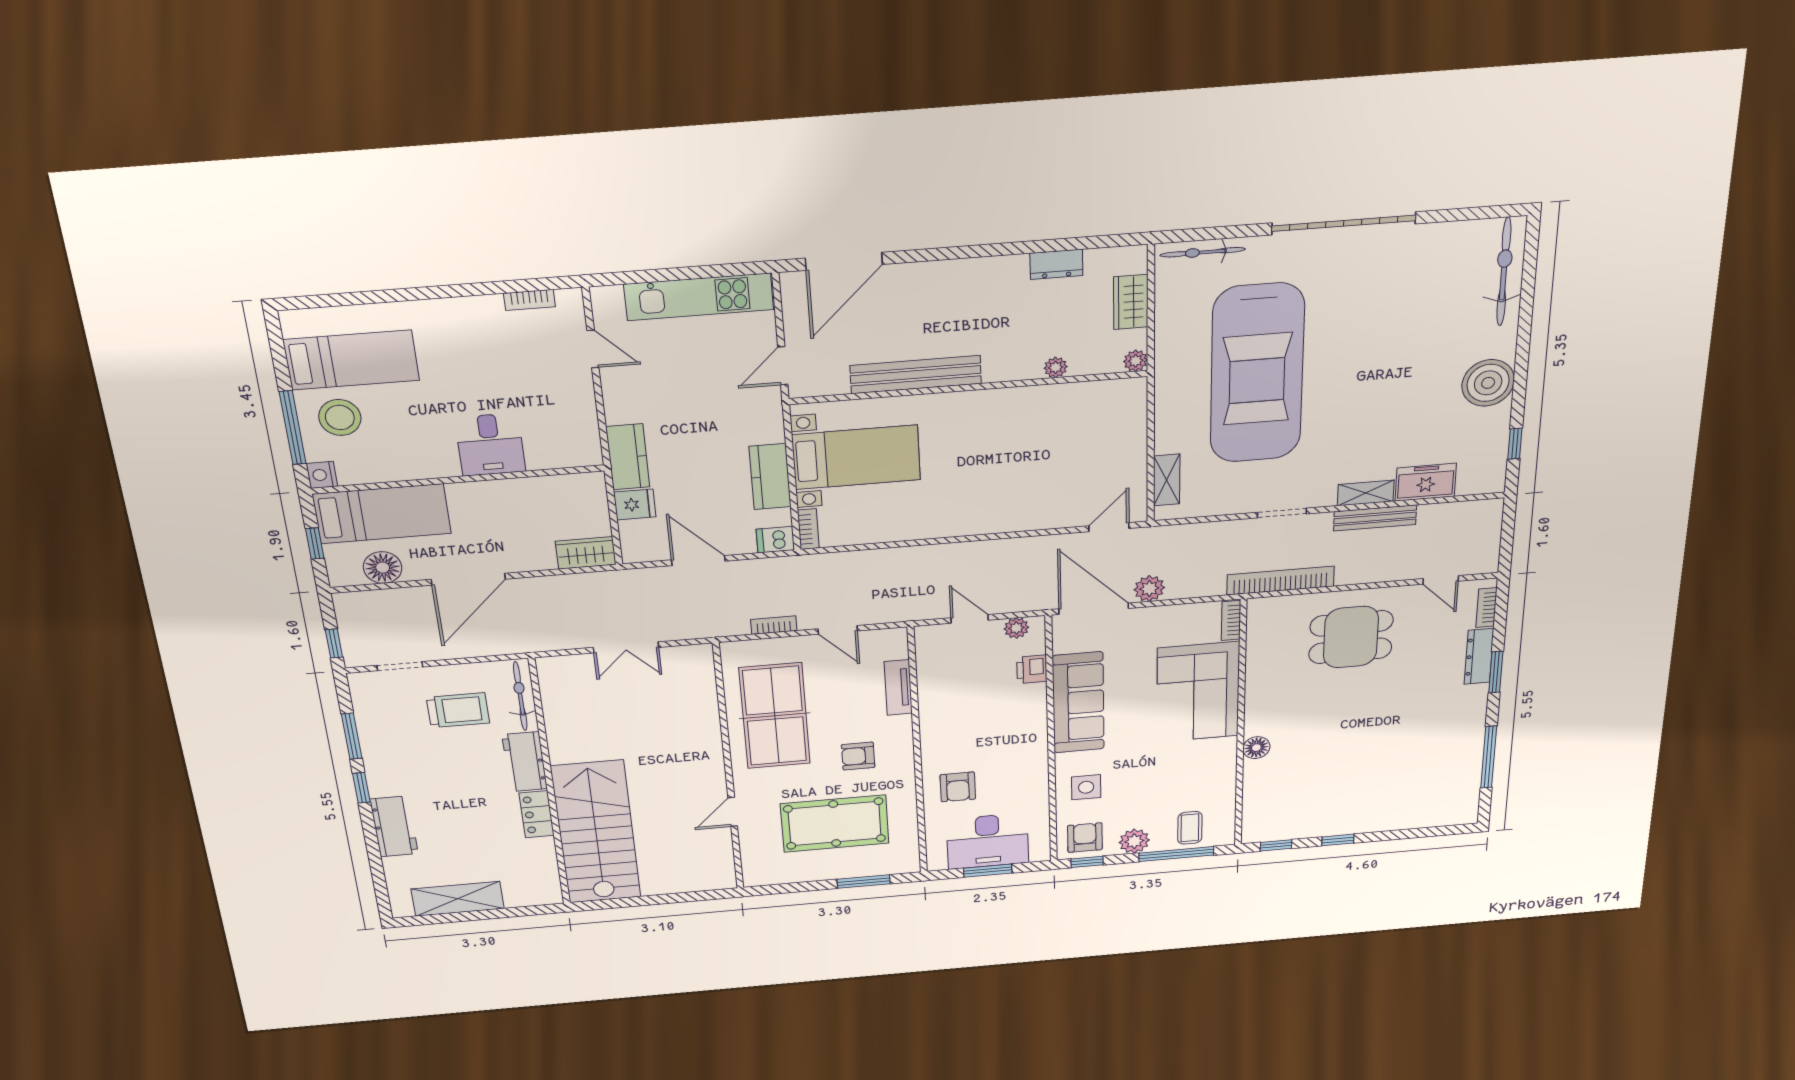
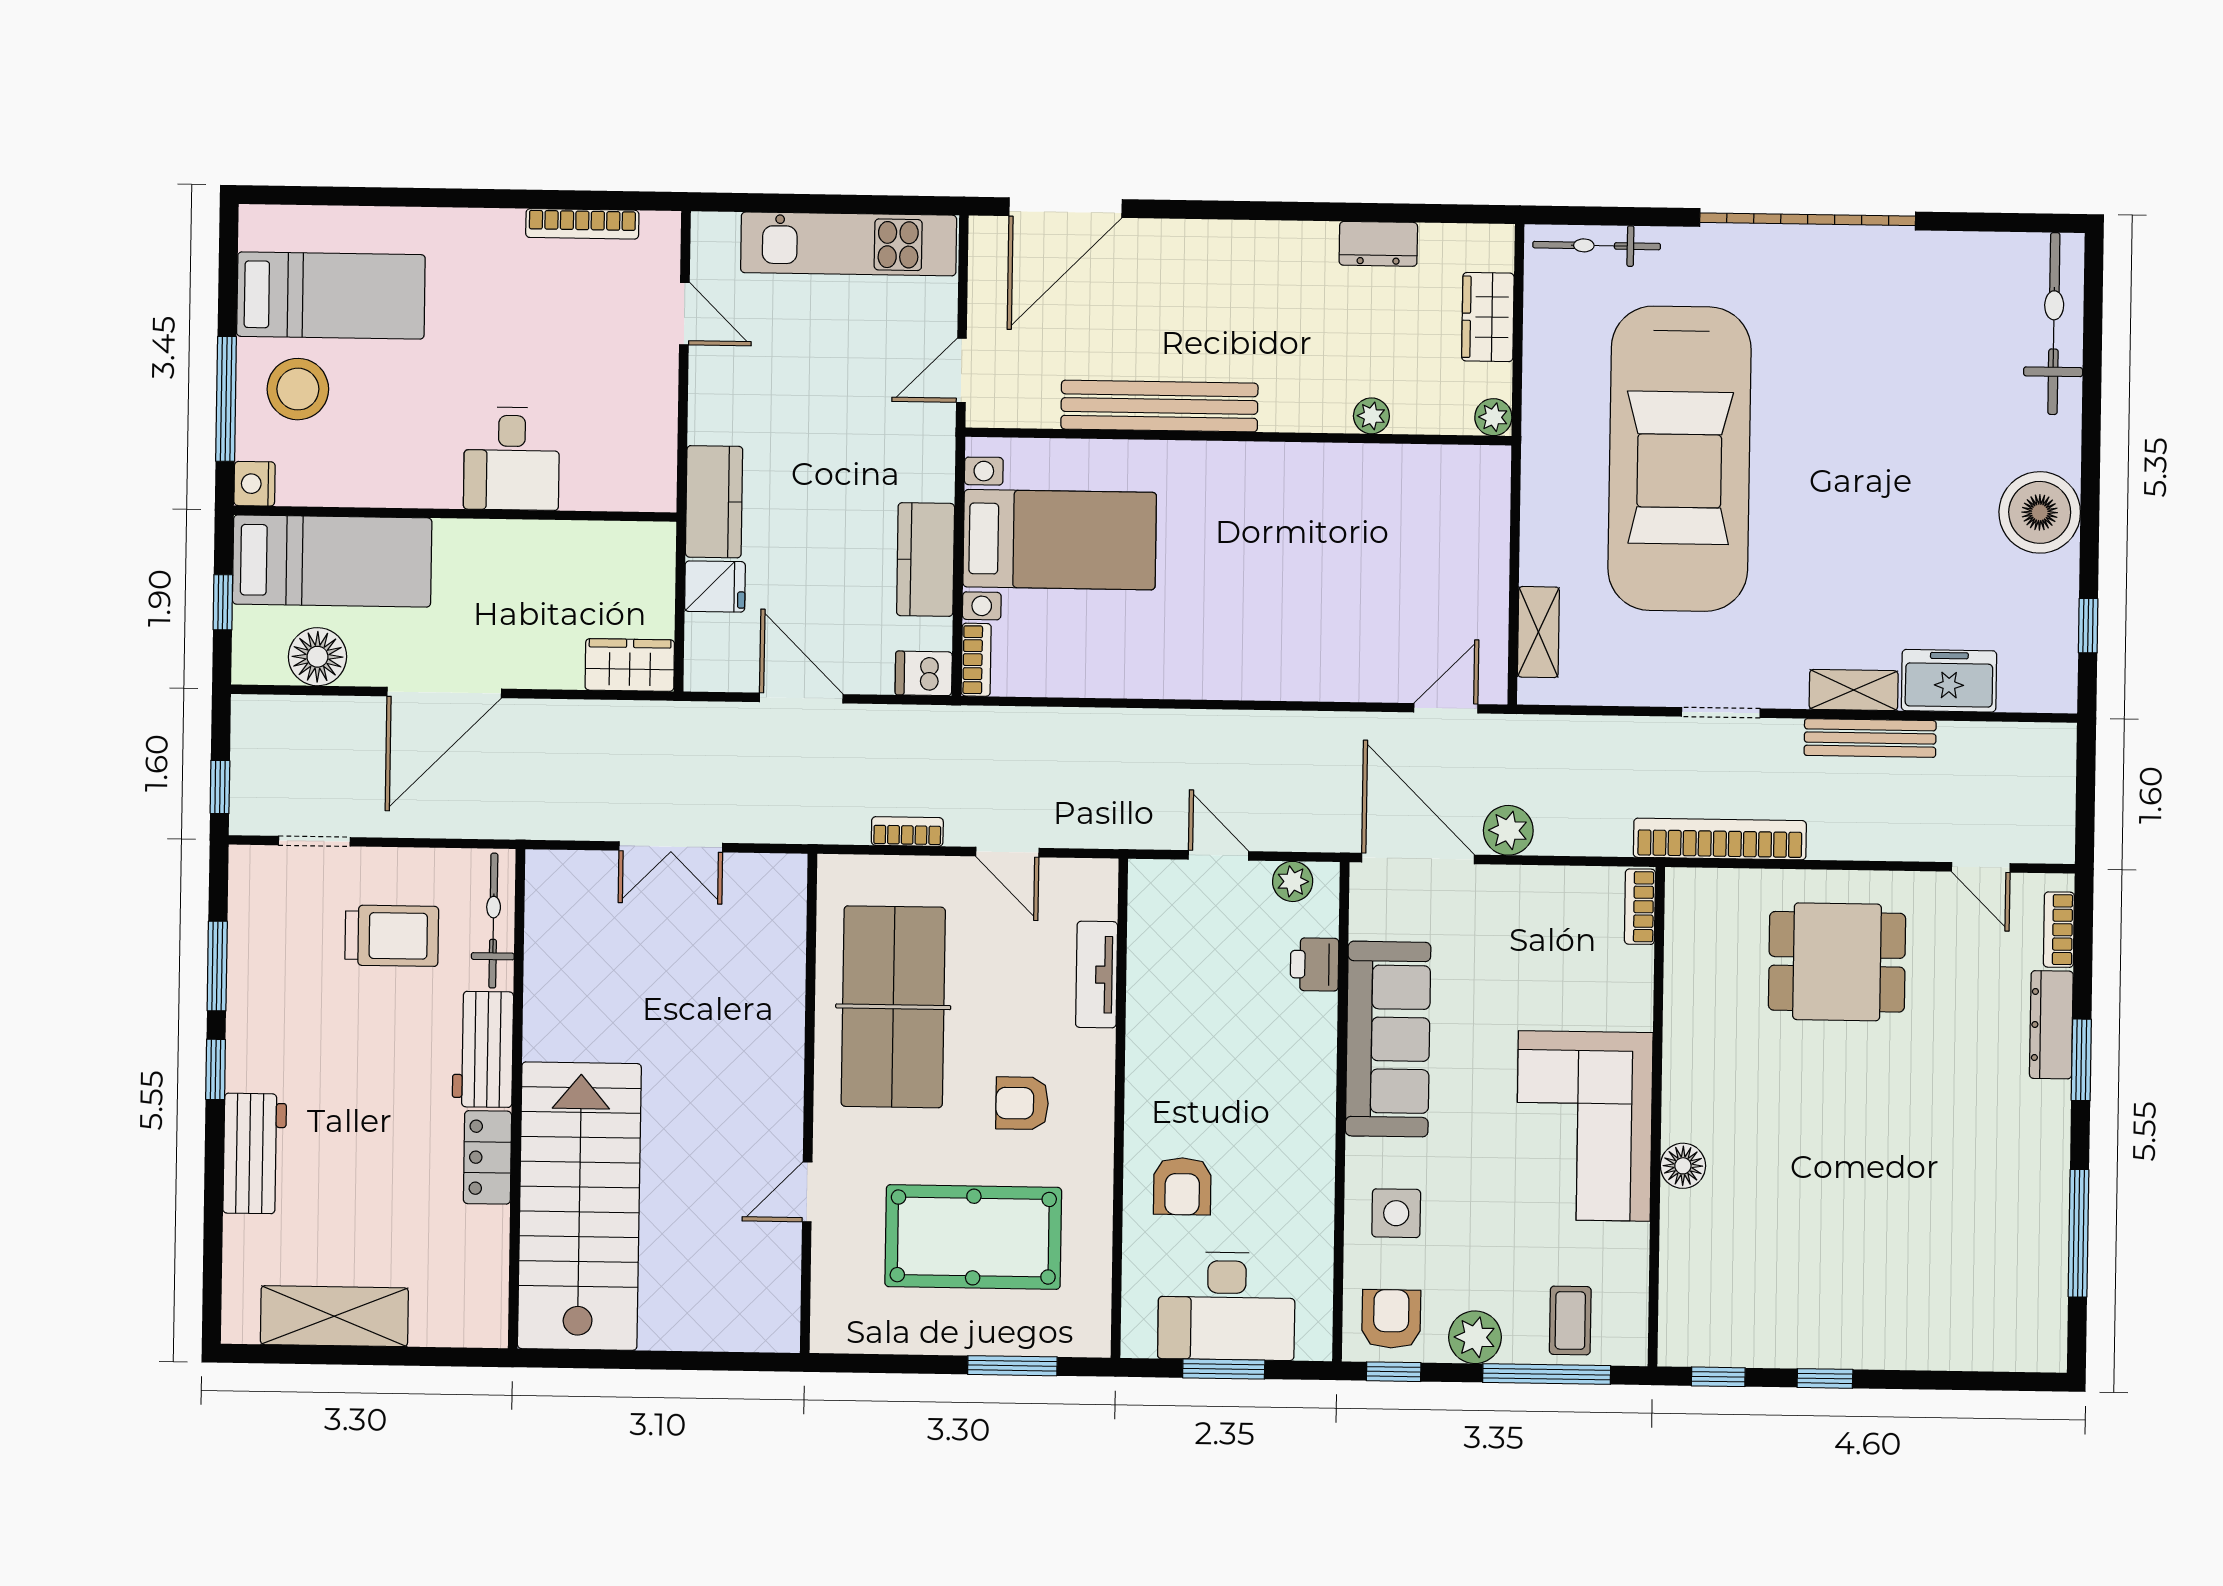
bookcase: (529, 300) -> (582, 224), width x1.56
corner sofa: (1198, 692) -> (1584, 1126), moved

